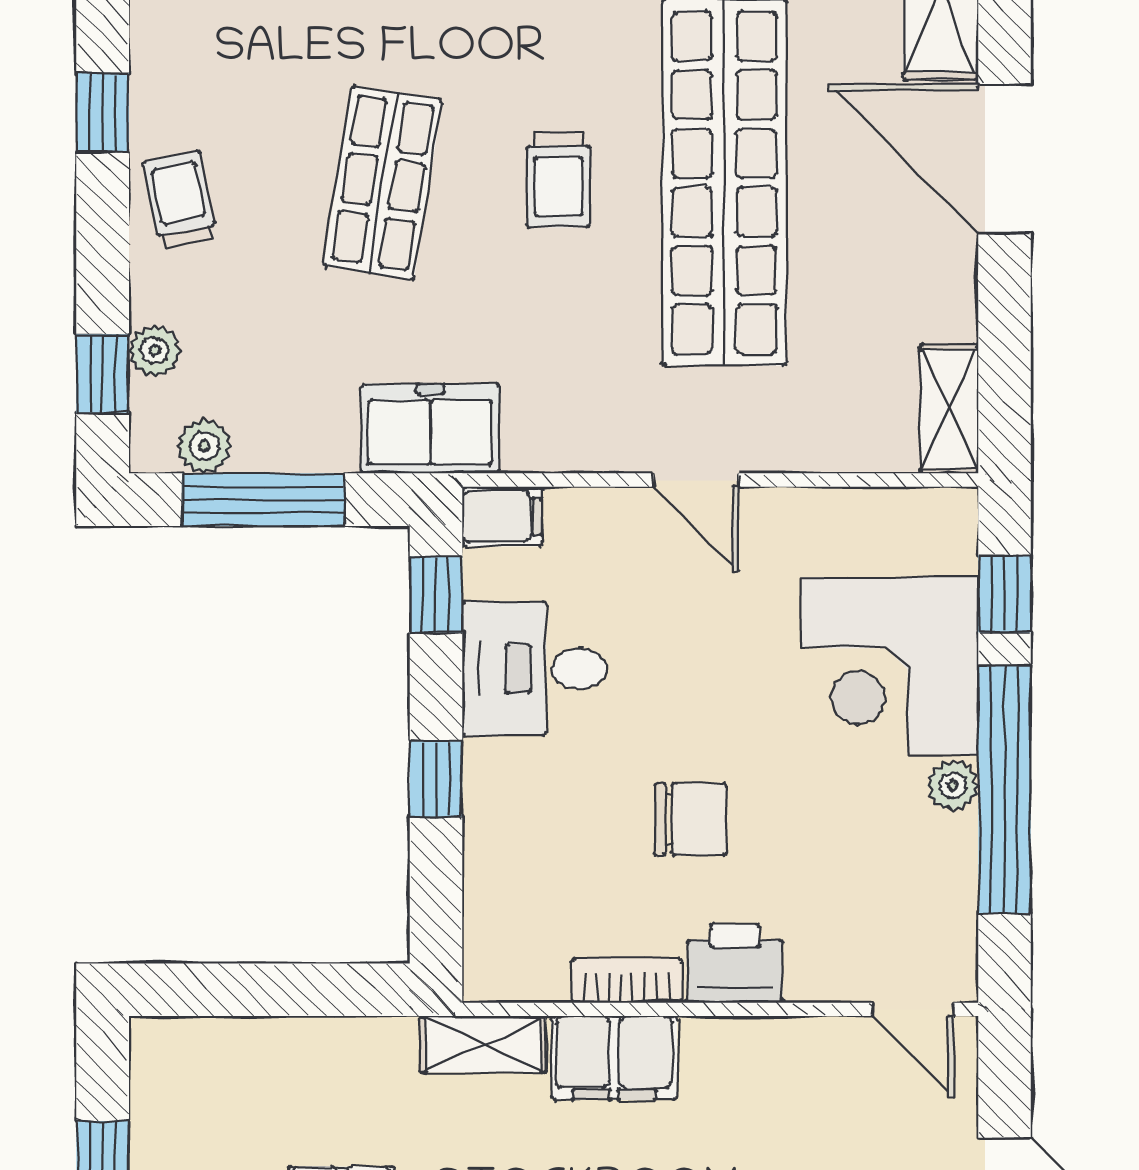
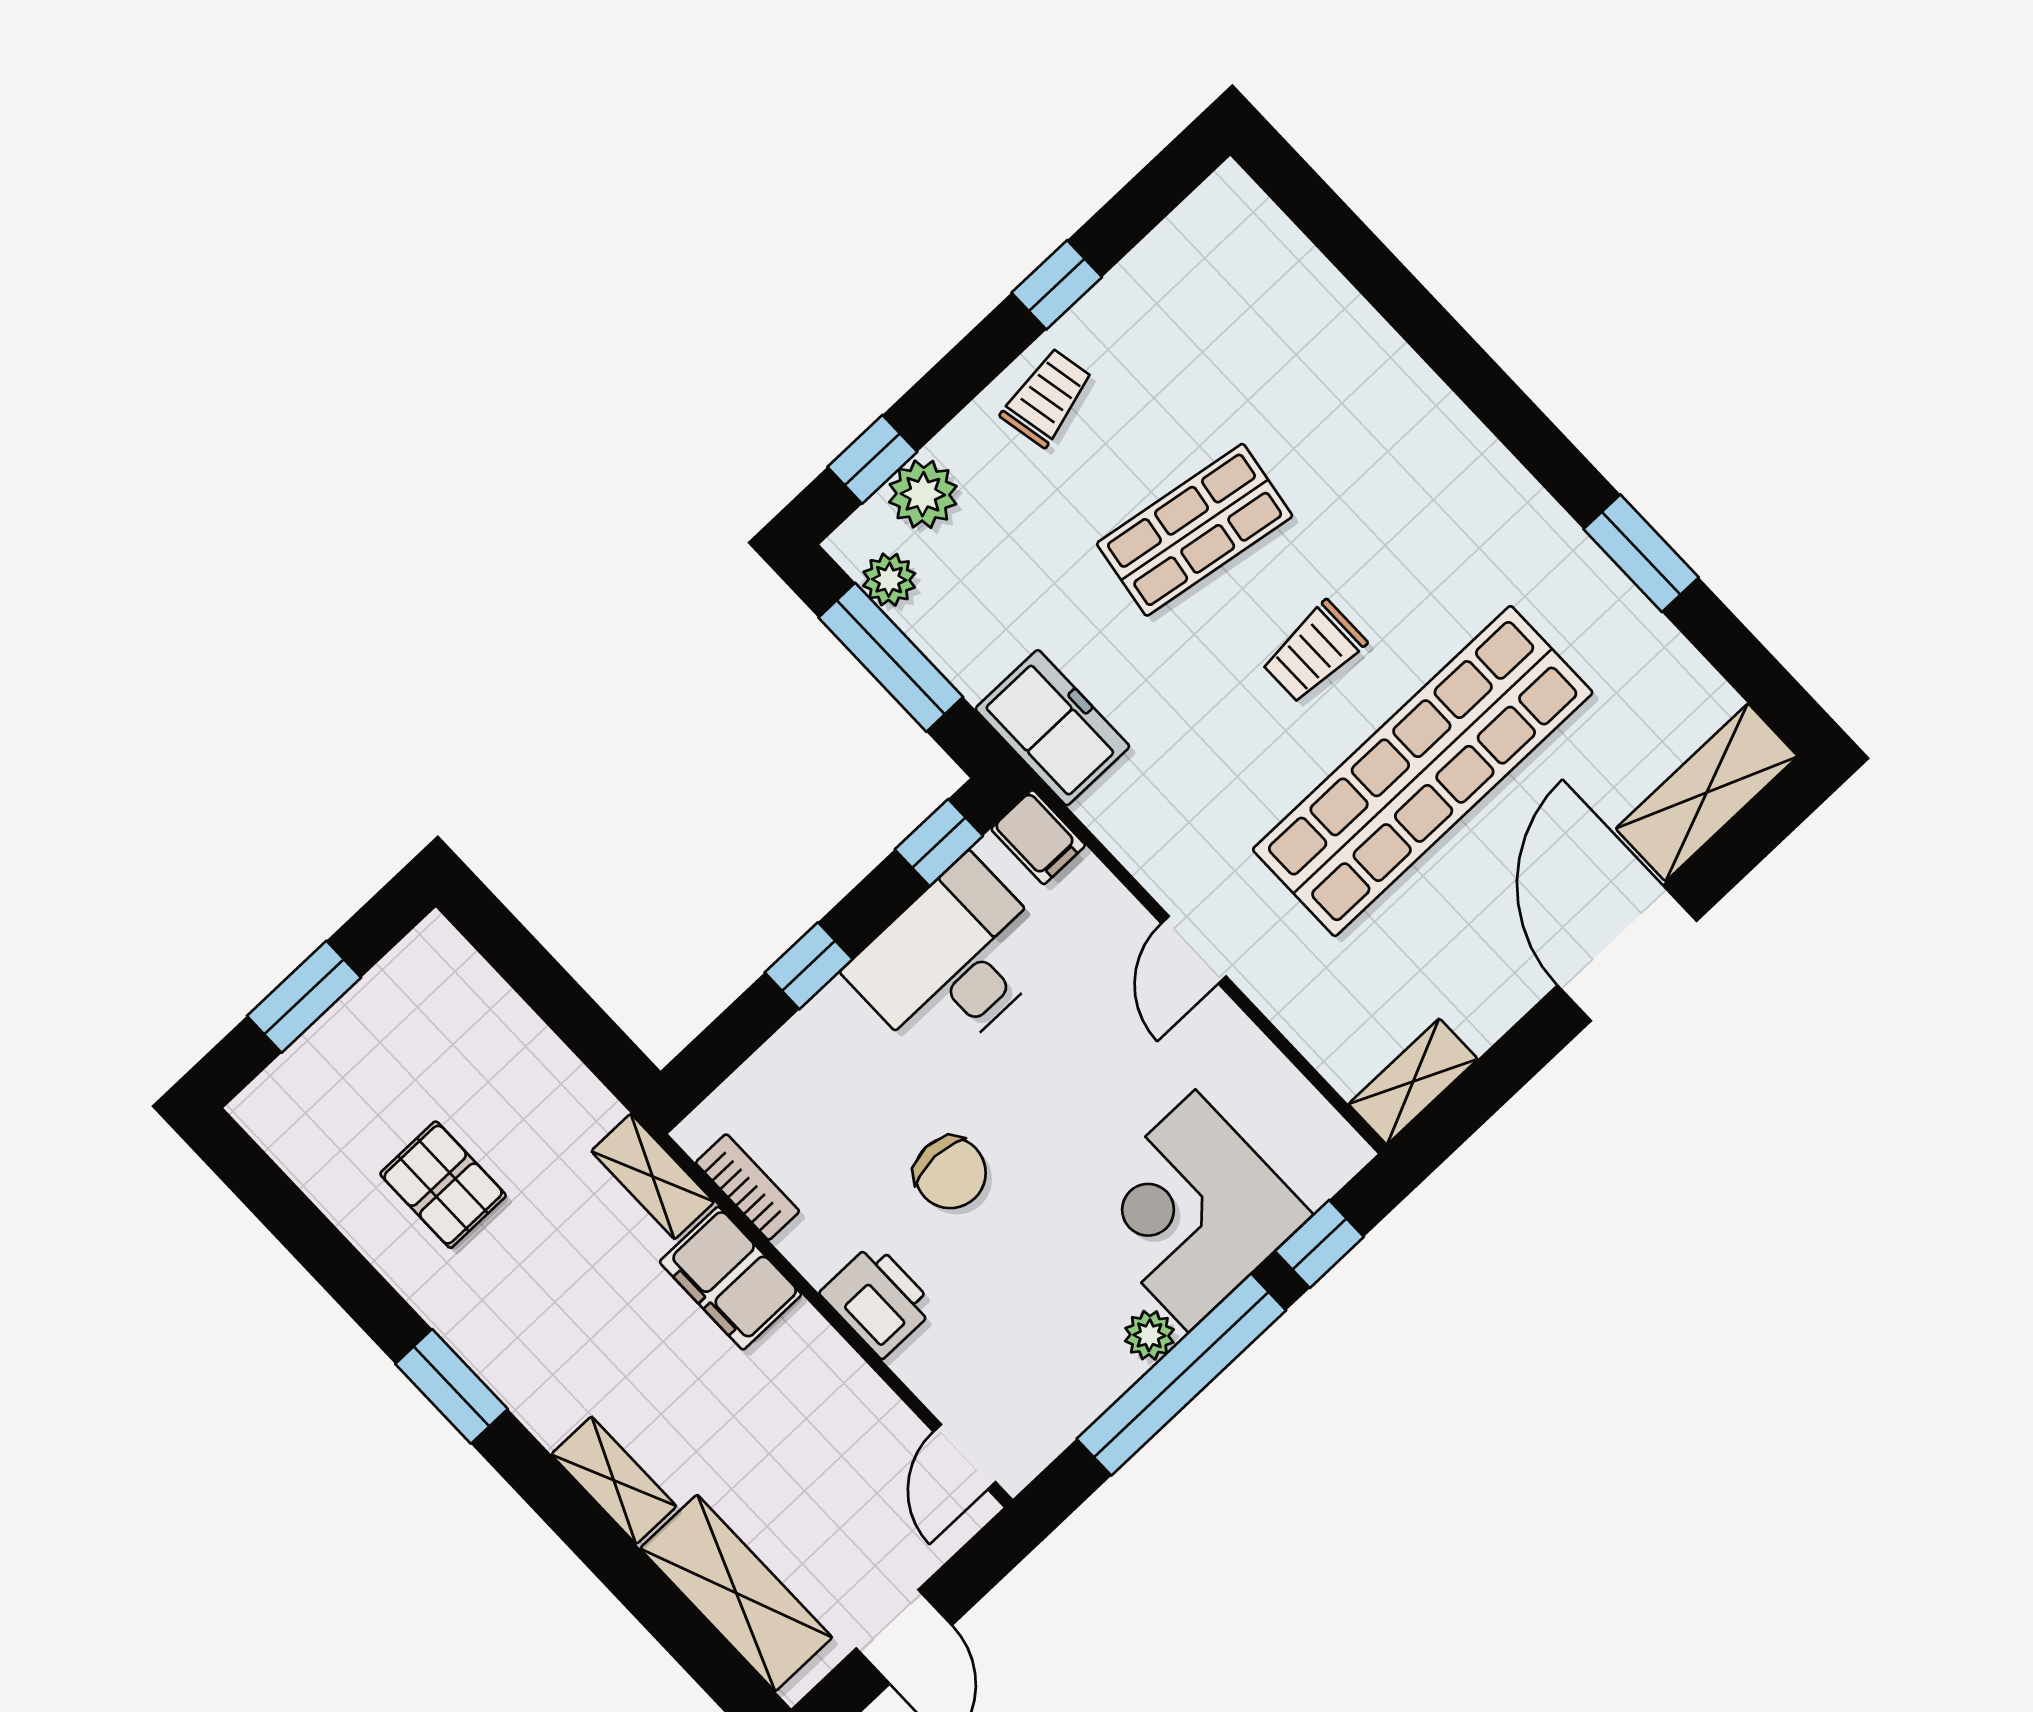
plant: (155, 351) -> (923, 494), width x1.38, depth x1.38
desk: (534, 669) -> (952, 962), width x1.37
bookcase: (626, 981) -> (748, 1187), moved

